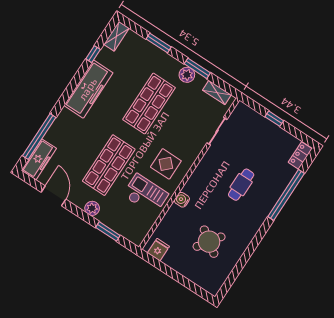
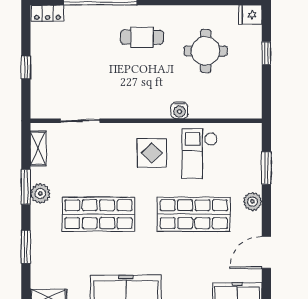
cafe table: (241, 185) -> (142, 37), moved
round table: (209, 242) -> (206, 51), turned -35
fridge: (158, 250) -> (250, 15), moved
window: (182, 280) -> (266, 53), added

